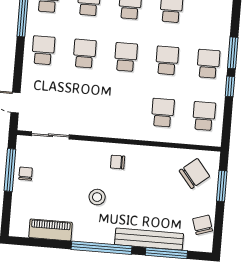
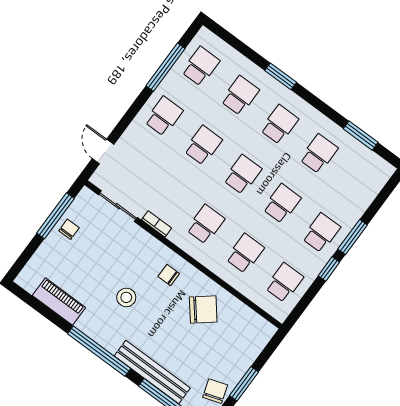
school desk: (121, 109) -> (206, 224), added
bookcase: (86, 131) -> (157, 224), added
chair: (194, 174) -> (203, 310), moved
window: (222, 186) -> (244, 384), moved

